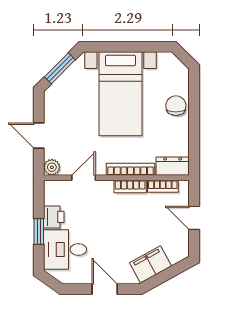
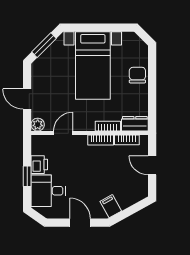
bookcase: (130, 169) -> (108, 126), width x0.64
filing cabinet: (150, 264) -> (111, 206), width x0.50

